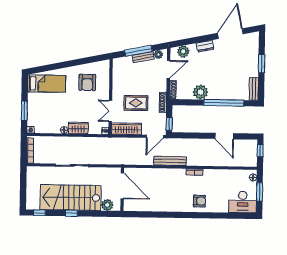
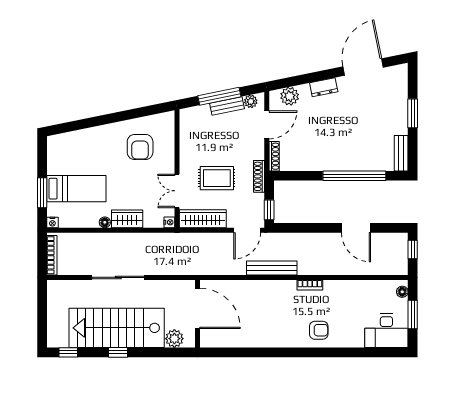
bed: (47, 84) -> (76, 189), moved
plant: (200, 92) -> (318, 159), removed

